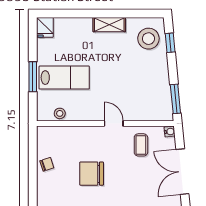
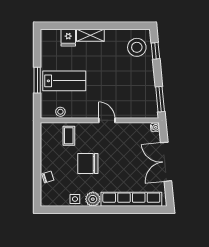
shelving: (109, 25) -> (90, 35), moved
fridge: (45, 27) -> (68, 38), moved
coffee table: (141, 145) -> (69, 136), moved
chair: (47, 164) -> (48, 177), moved

